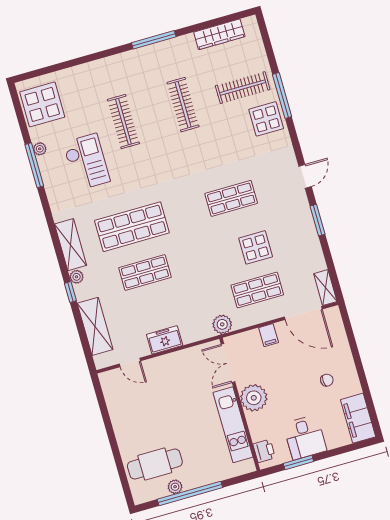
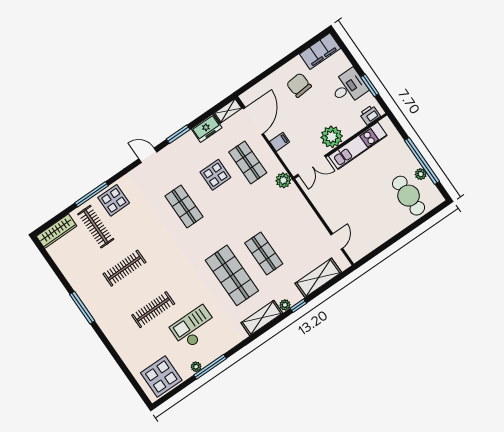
wardrobe: (219, 34) -> (56, 231), moved, turned 90
freezer: (165, 340) -> (207, 128), moved, turned -90
chair: (327, 380) -> (299, 85), width x1.87, depth x1.87

